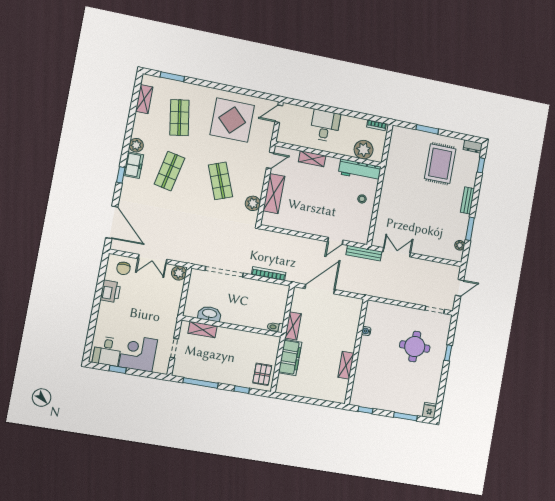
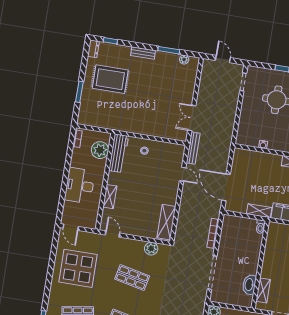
desk: (325, 126) -> (80, 186), width x1.37
shop shelf: (220, 181) -> (132, 278), turned 33
shelving: (274, 194) -> (166, 222), moved, turned 90

